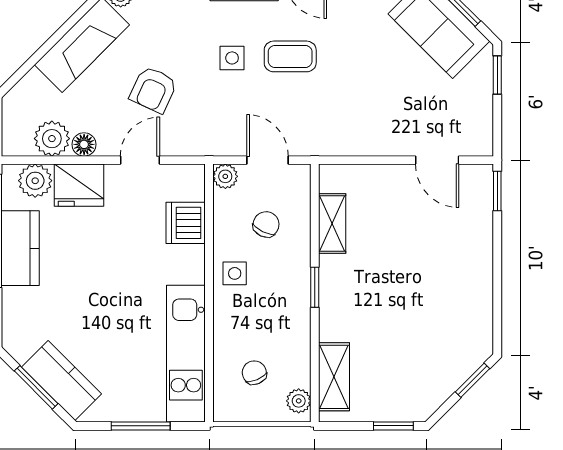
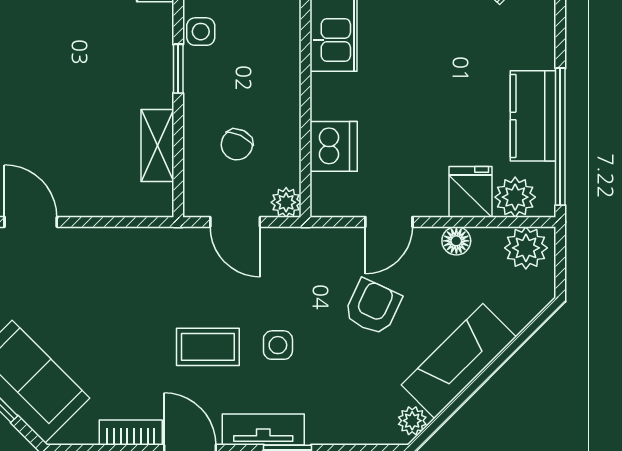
plant: (52, 139) -> (526, 248), moved
fridge: (79, 185) -> (470, 192), width x0.72
side table: (235, 273) -> (201, 32), moved

